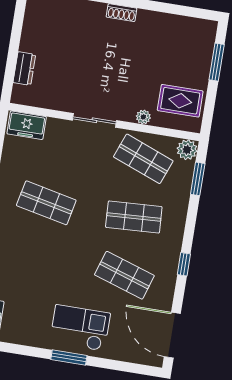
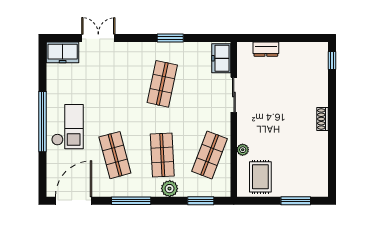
sliding door: (94, 120) -> (234, 95), moved
plant: (187, 150) -> (170, 189), moved
window: (184, 264) -> (131, 201), width x2.17
shop shelf: (124, 275) -> (115, 155), turned -33
window: (69, 357) -> (43, 122), width x2.11

